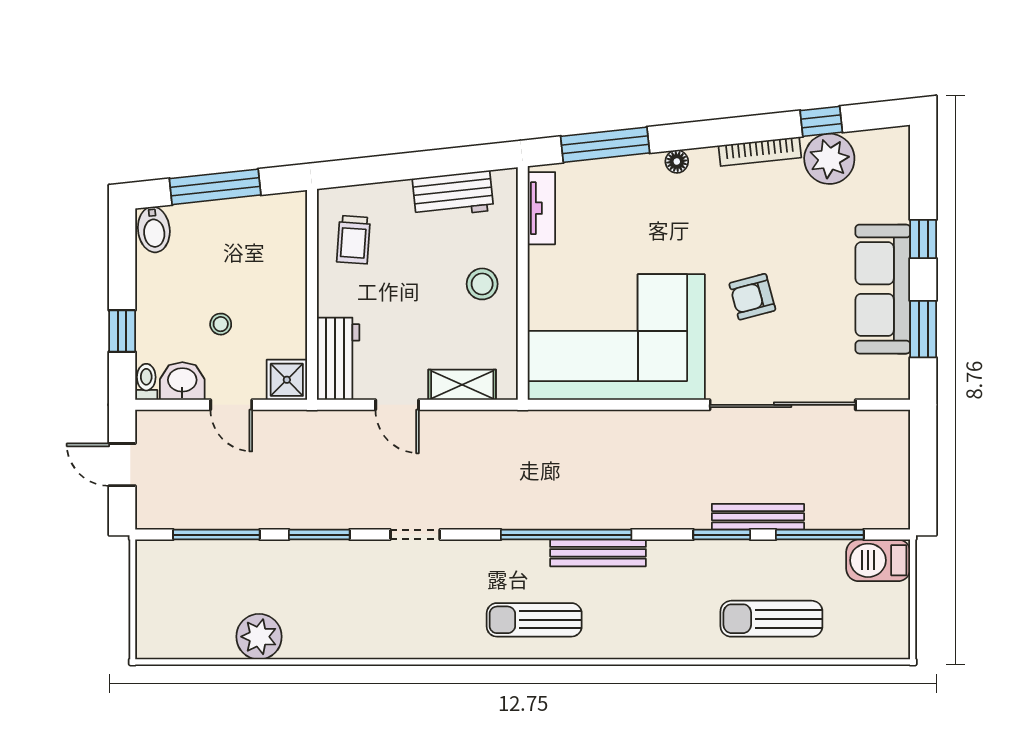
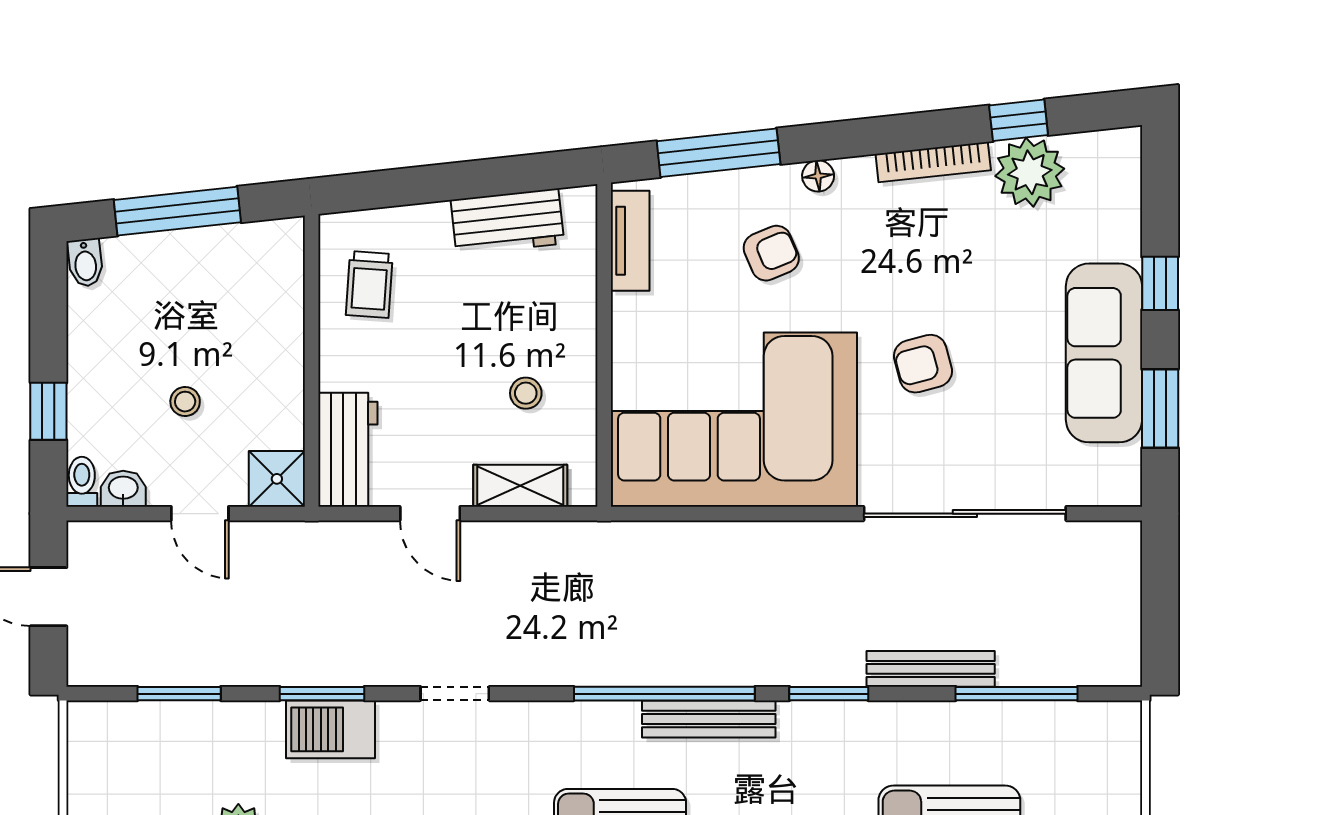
armchair: (643, 217) -> (771, 253), added
bidet: (154, 230) -> (85, 263), width x0.72, depth x0.74
stool: (482, 284) -> (526, 393), moved, width x0.73, depth x0.73
washbasin: (182, 381) -> (123, 489), width x0.72, depth x0.69
window: (216, 535) -> (179, 694), width x0.69
window: (722, 535) -> (829, 694), moved
barbecue: (878, 560) -> (330, 729), moved

